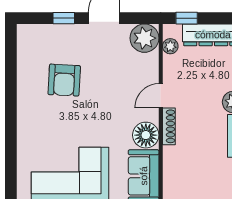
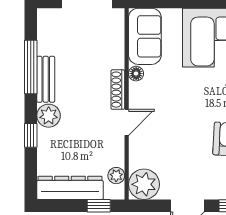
floor lamp: (146, 135) -> (136, 74), width x0.53, depth x0.53

